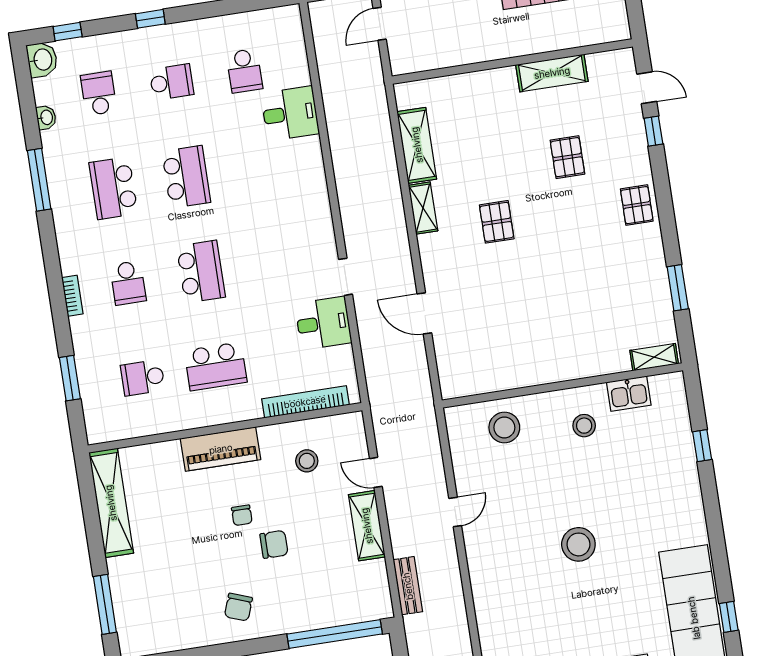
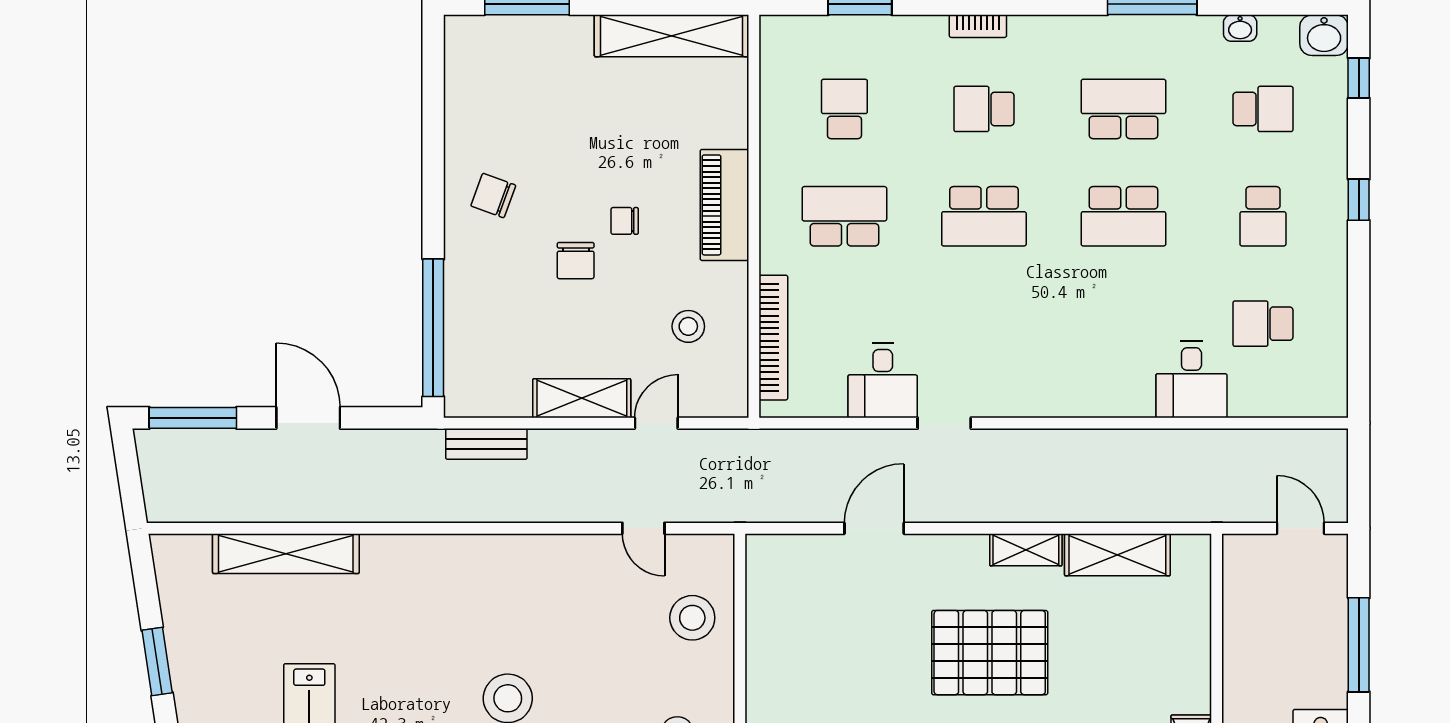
pallet: (497, 222) -> (990, 653), width x2.05, depth x2.00
school desk: (216, 366) -> (844, 216), turned 90
door: (455, 512) -> (643, 528), moved

